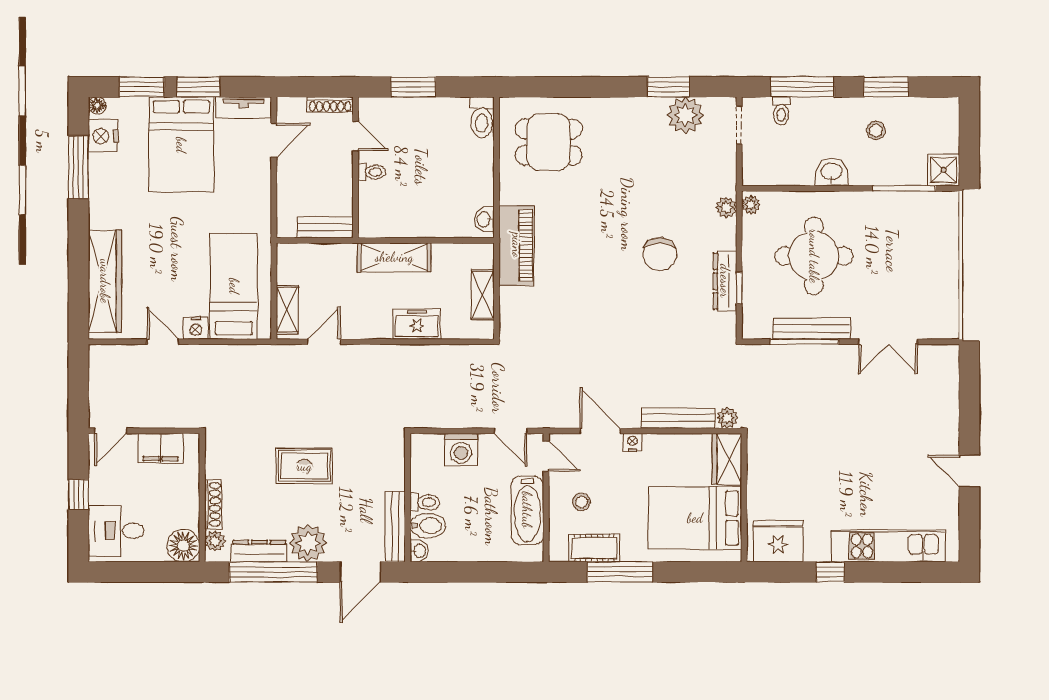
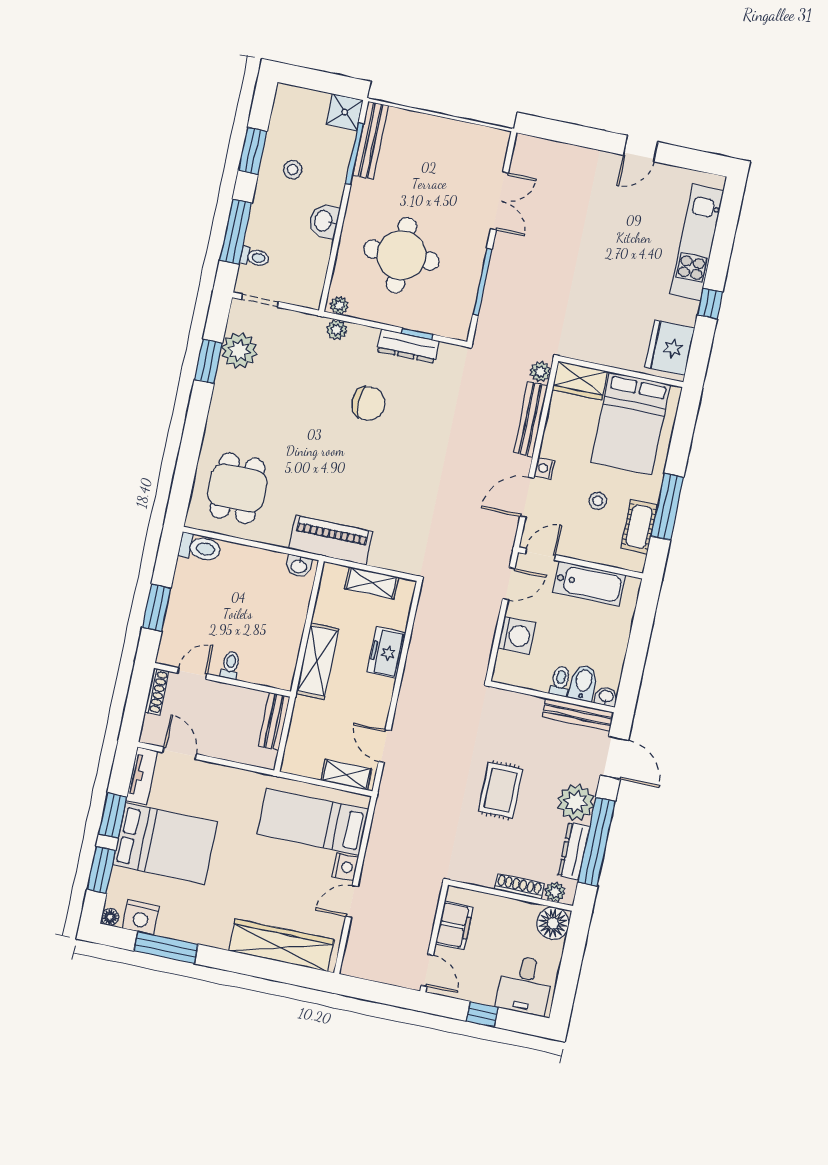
bench: (812, 329) -> (371, 140), moved
stool: (581, 502) -> (598, 501), moved

